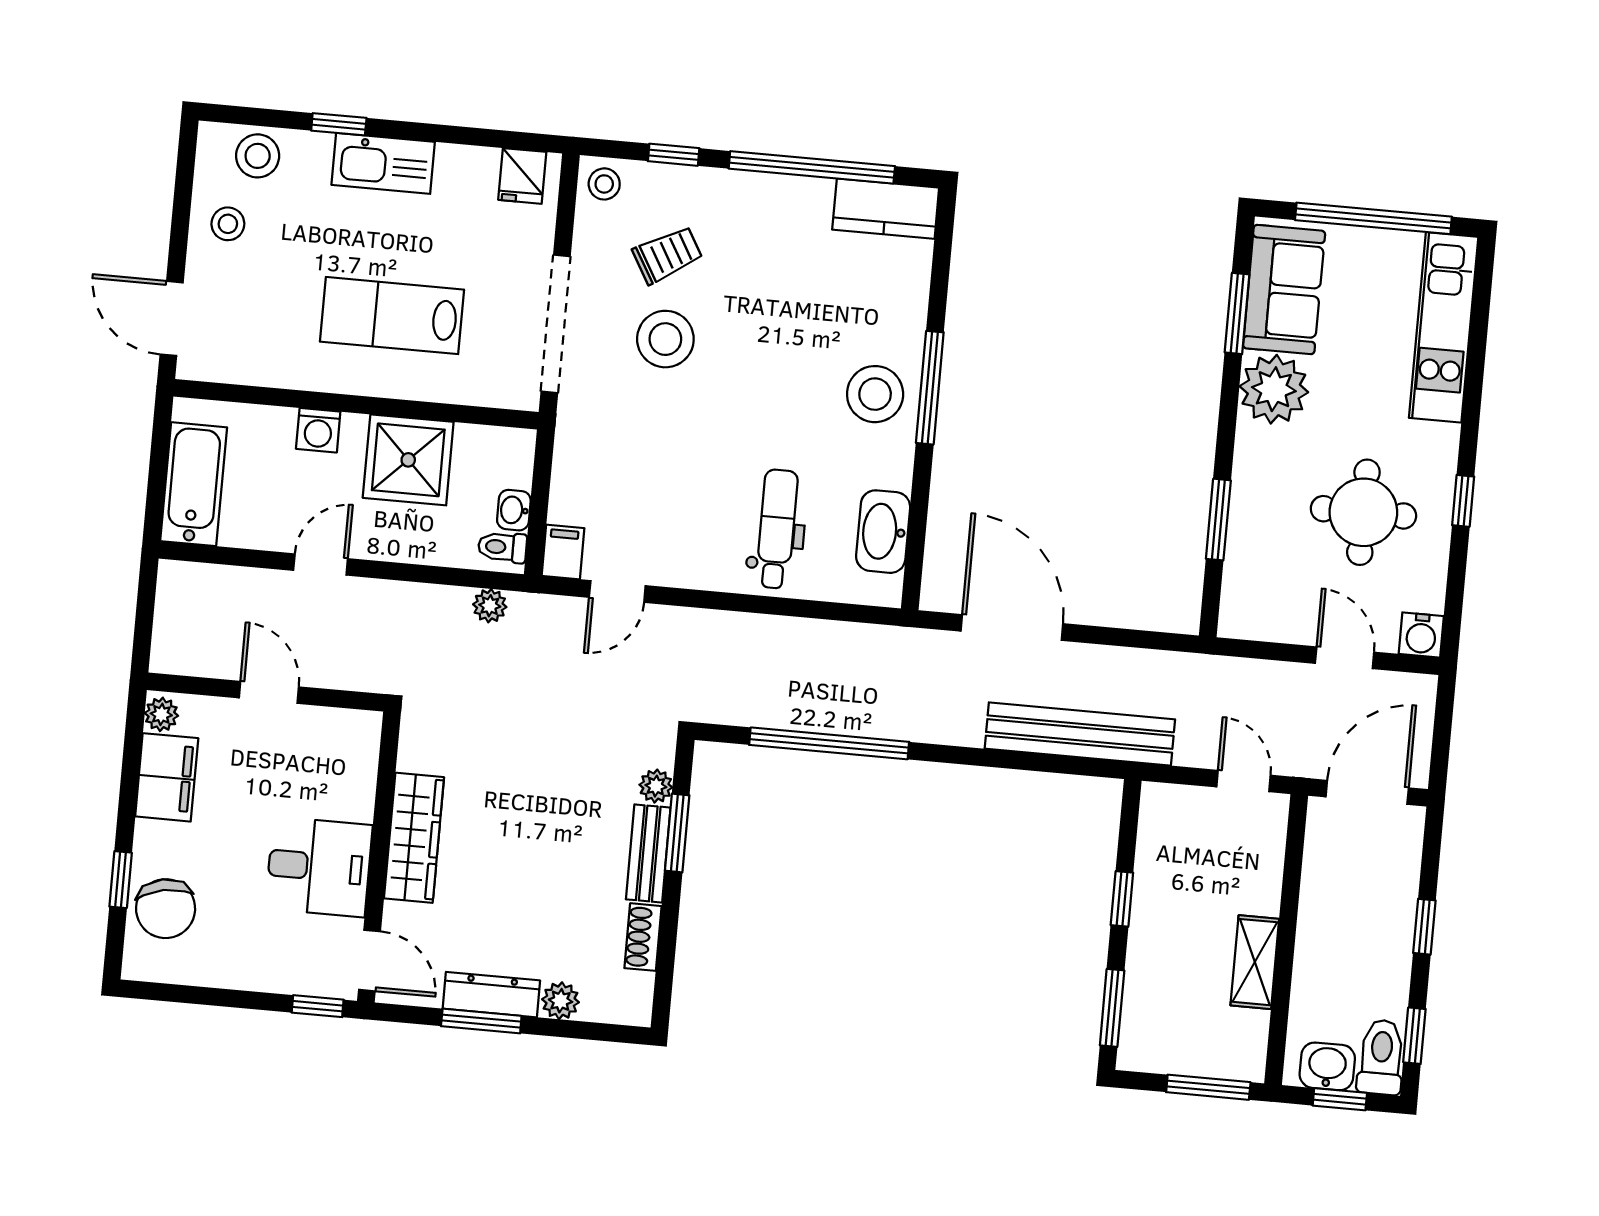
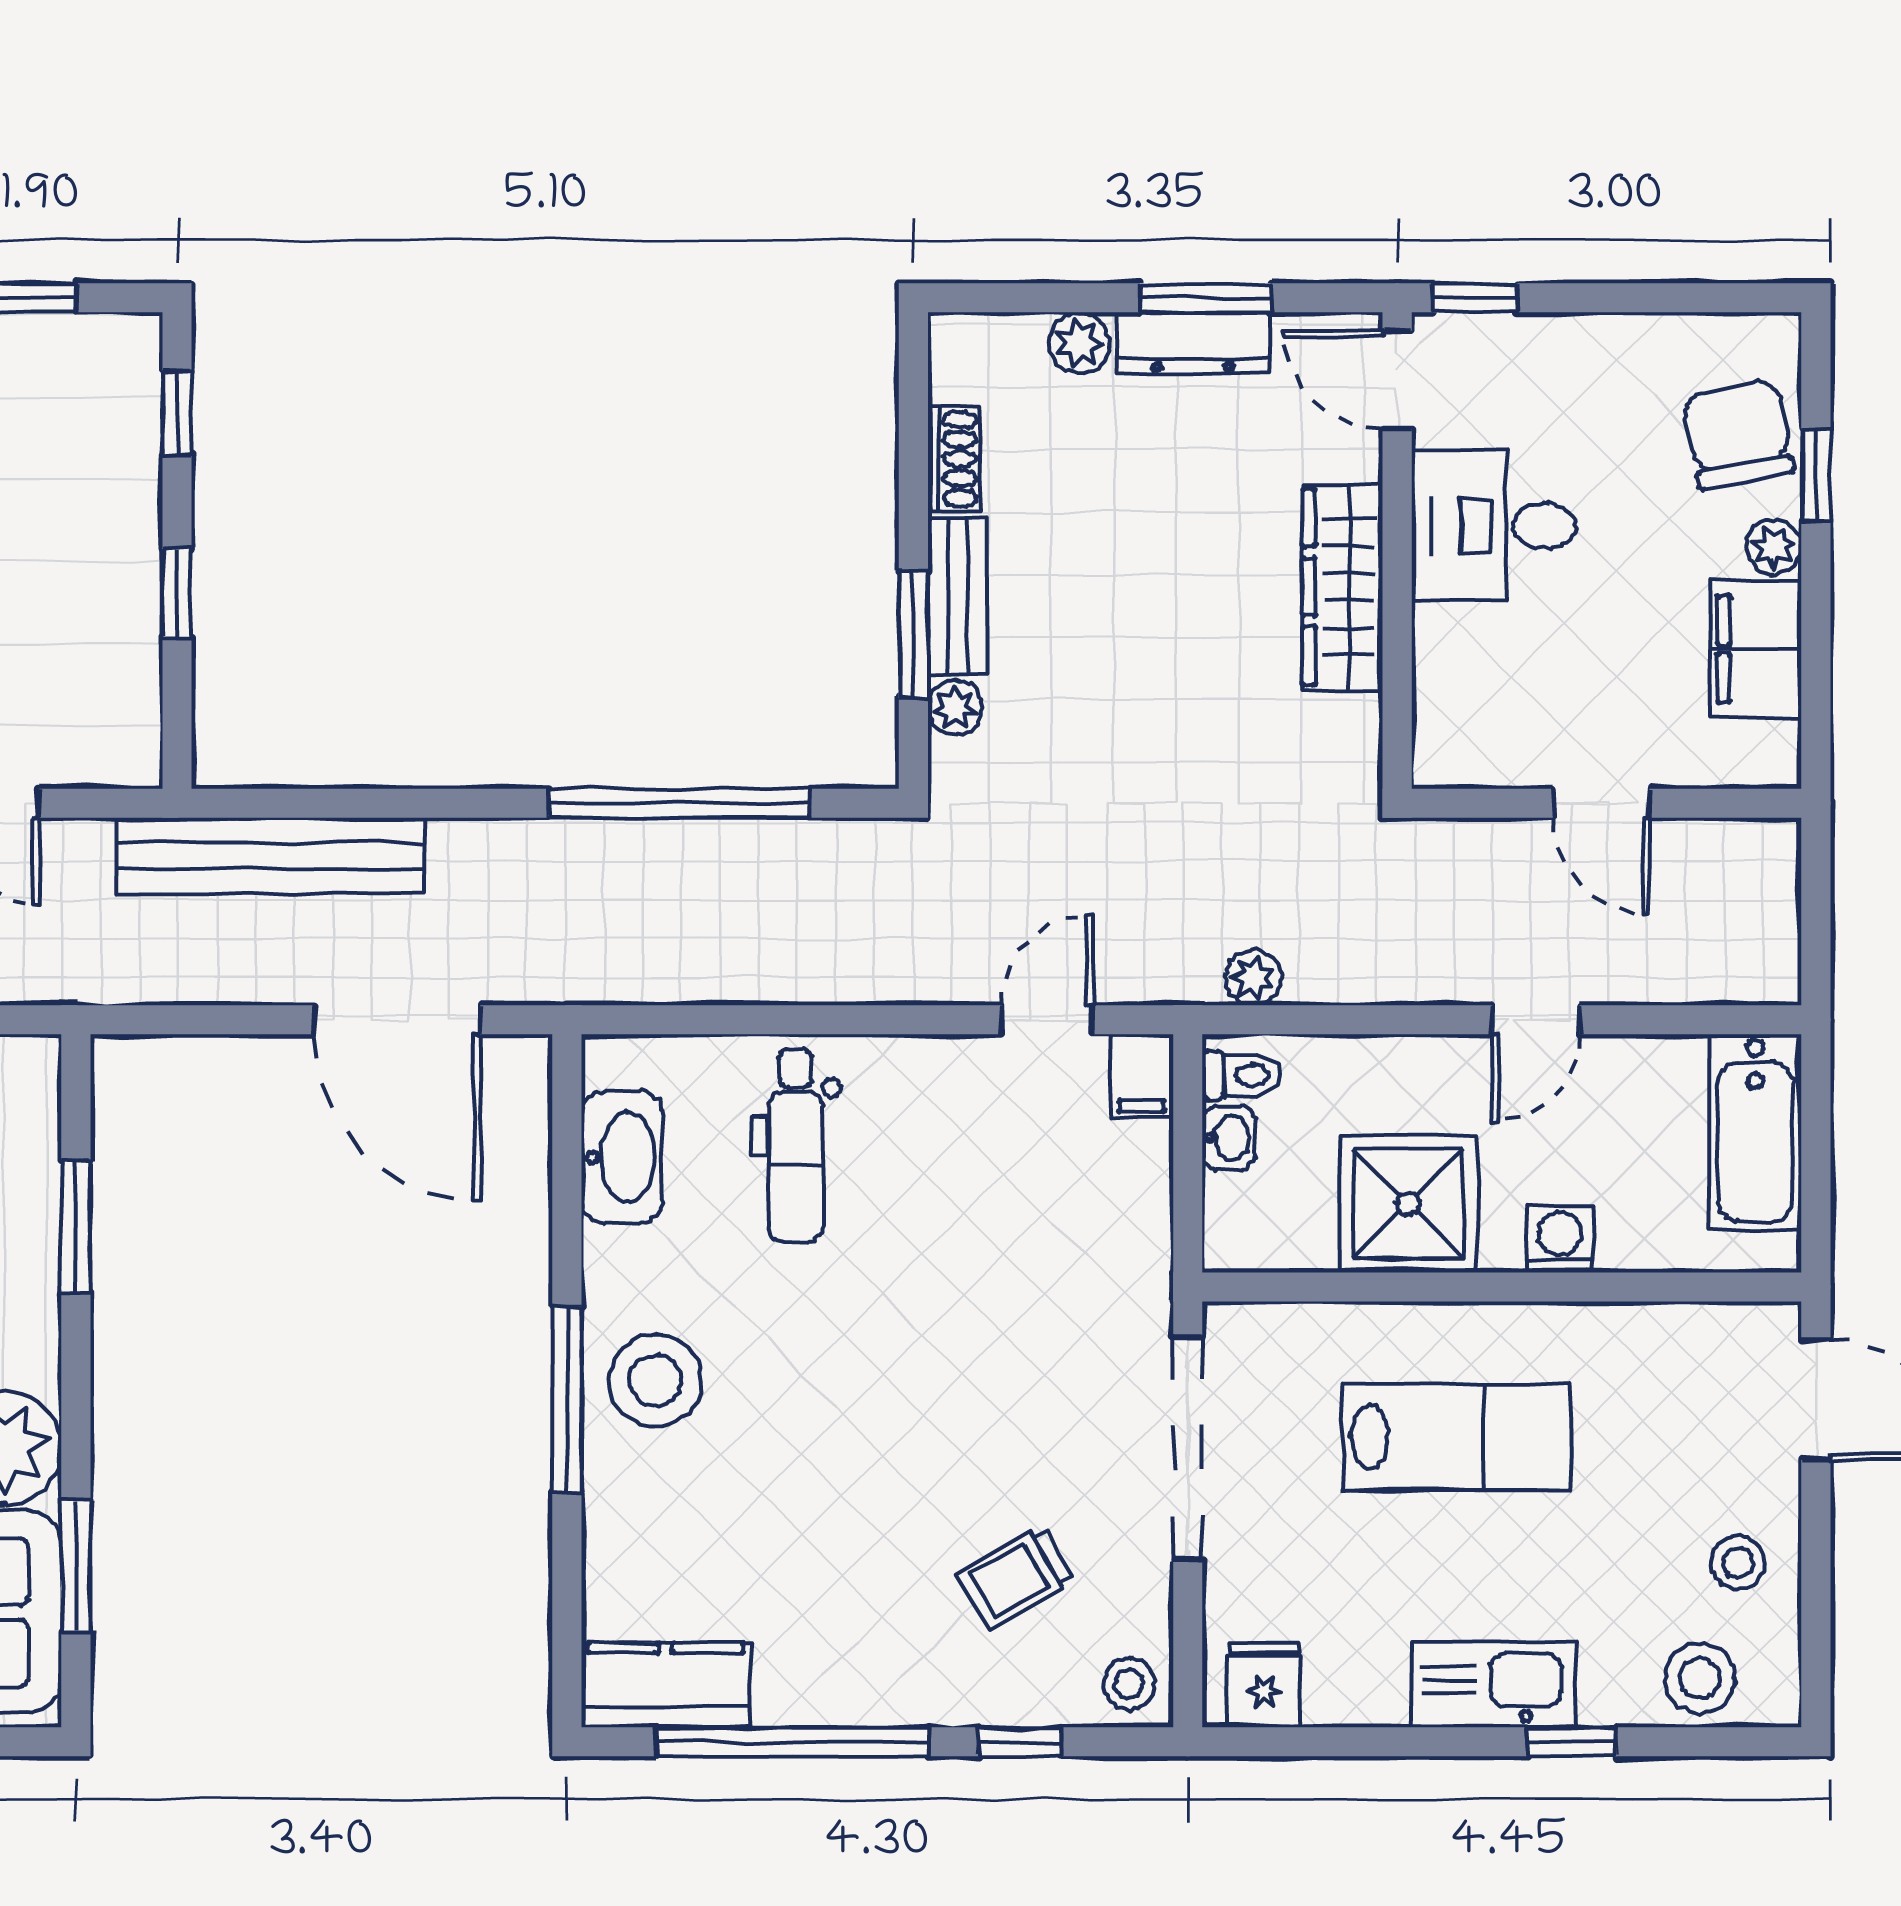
stool: (665, 339) -> (1006, 1439), removed
plant: (161, 714) -> (1774, 547), moved
window: (1112, 1008) -> (177, 413), width x0.67

